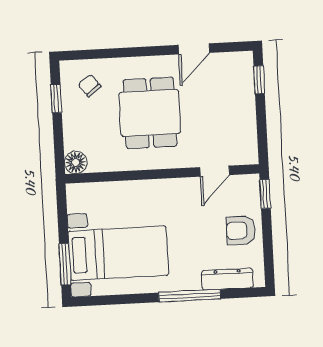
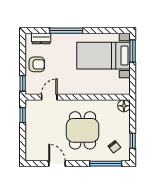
door: (194, 49) -> (57, 164), hinge flipped
window: (104, 54) -> (106, 164), added
window: (259, 80) -> (23, 115), moved
dresser: (227, 279) -> (41, 39), width x0.70

